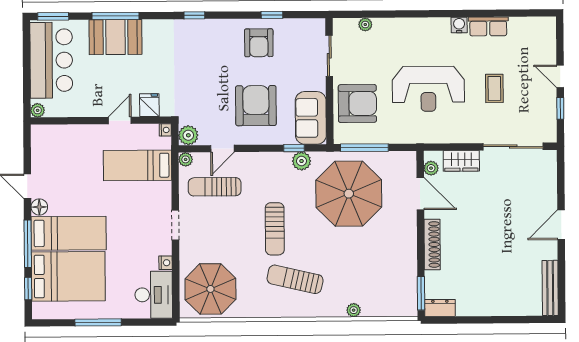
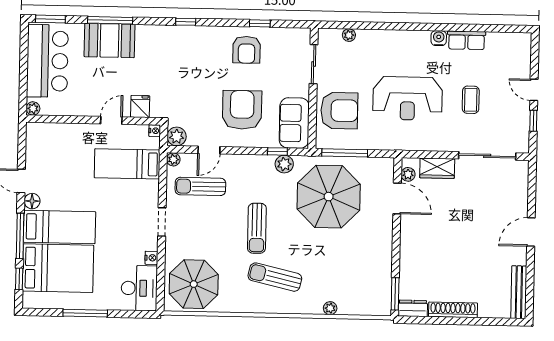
shoe rack: (432, 244) -> (453, 310), moved, turned -90

